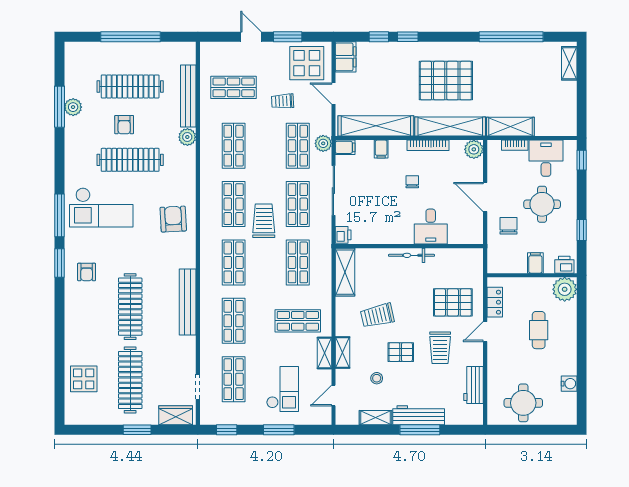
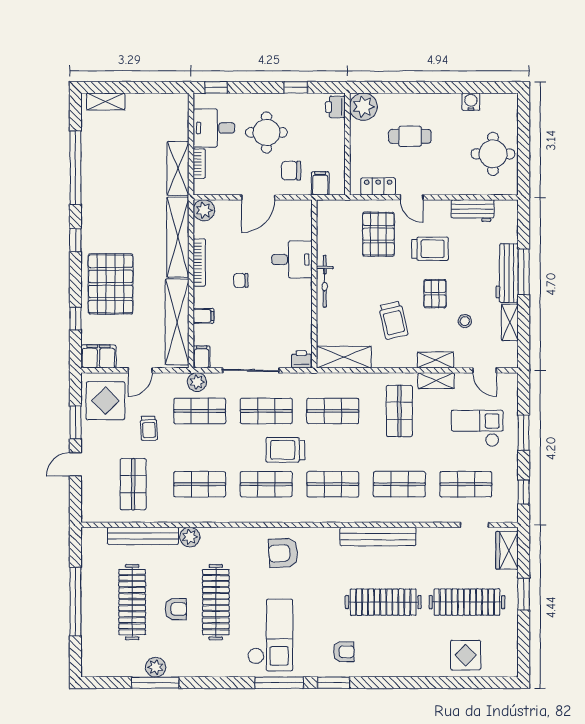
window: (408, 37) -> (75, 240), moved
pallet: (446, 81) -> (111, 284), moved
filing cabinet: (535, 263) -> (320, 183), moved, turned 90

